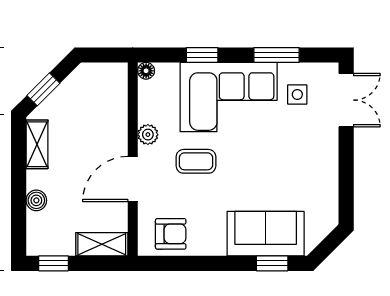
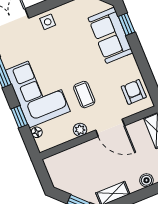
floor lamp: (146, 71) -> (37, 132), moved
side table: (297, 94) -> (48, 22), moved

